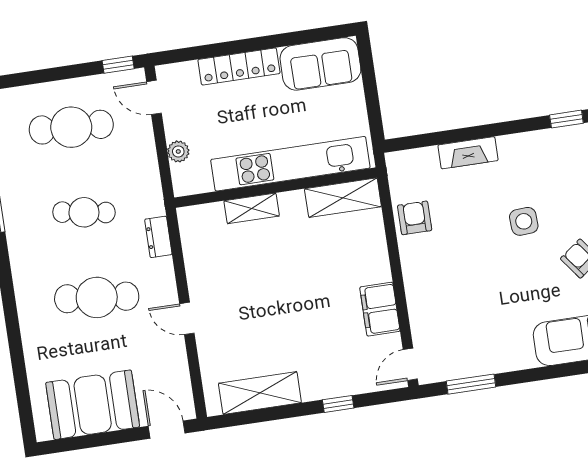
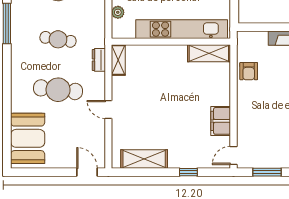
shelving: (252, 208) -> (118, 60), moved, turned 90
armchair: (415, 218) -> (249, 71), turned 180
booth: (93, 405) -> (28, 138), moved, turned 90

